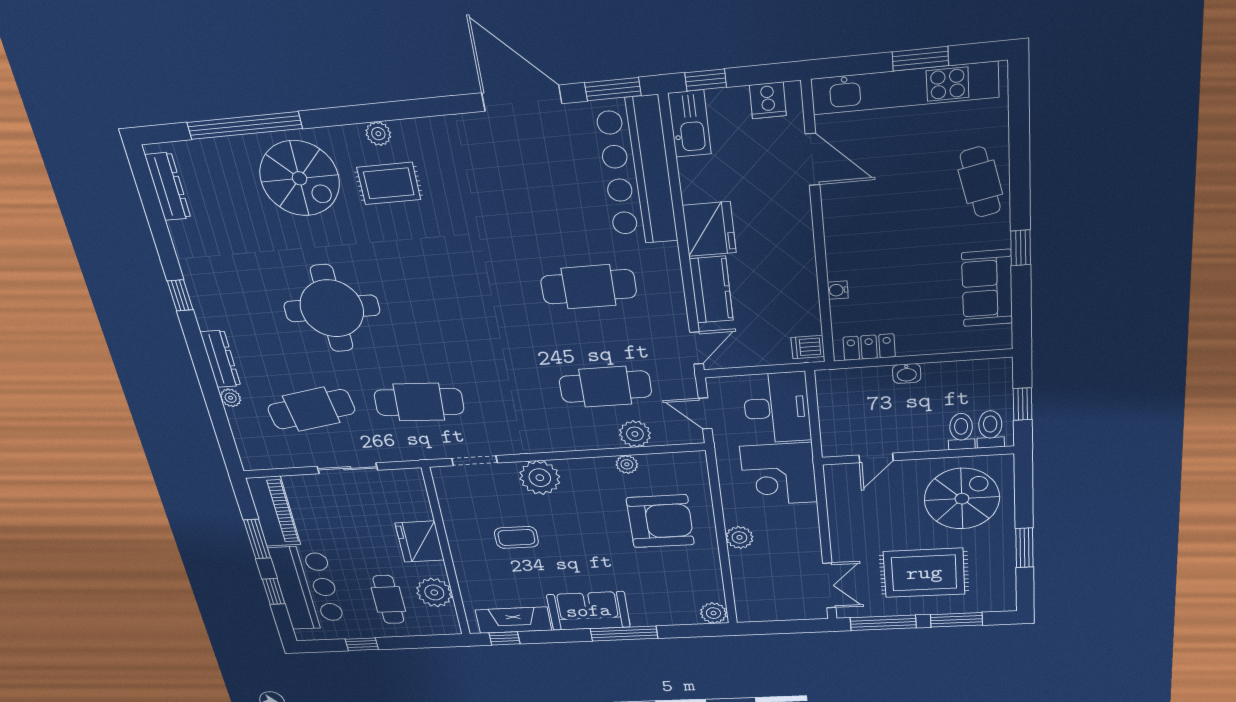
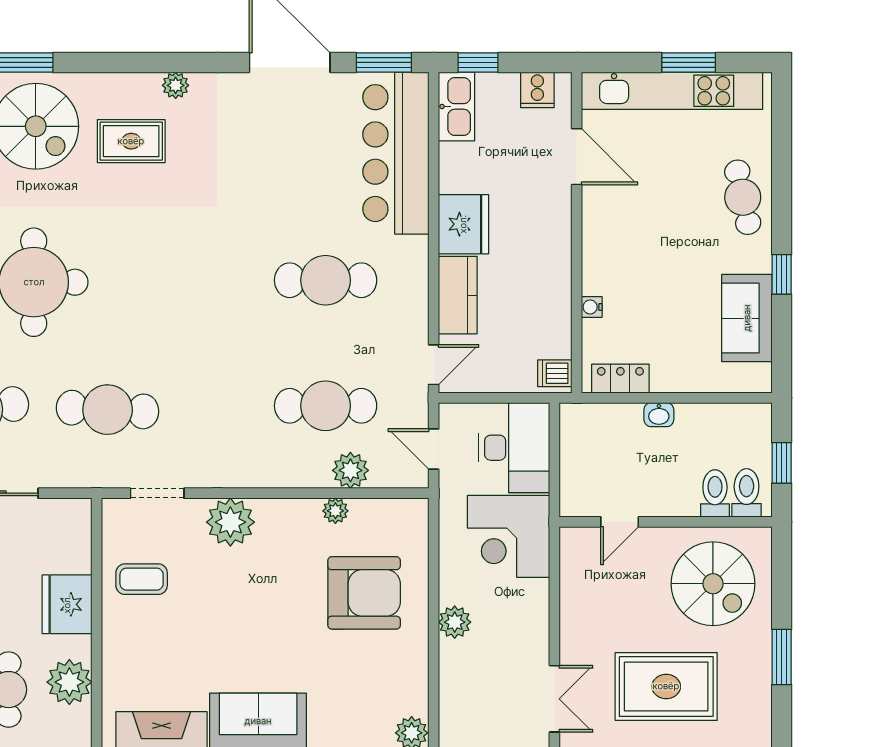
plant: (378, 134) -> (176, 85), moved
spiral stairs: (962, 499) -> (713, 584), turned 90
coffee table: (516, 537) -> (142, 579), moved

